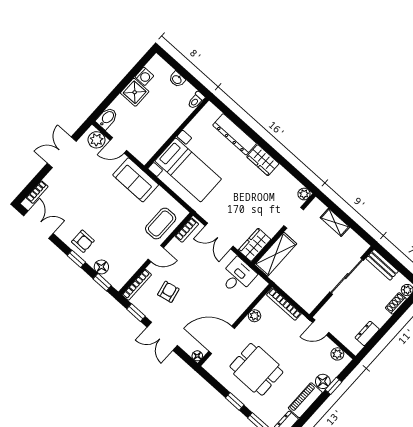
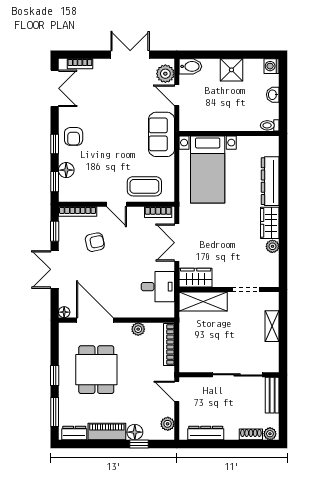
washing machine: (144, 76) -> (272, 66), moved, turned 90
plant: (304, 194) -> (272, 246), moved
dresser: (367, 333) -> (206, 433), width x1.44

